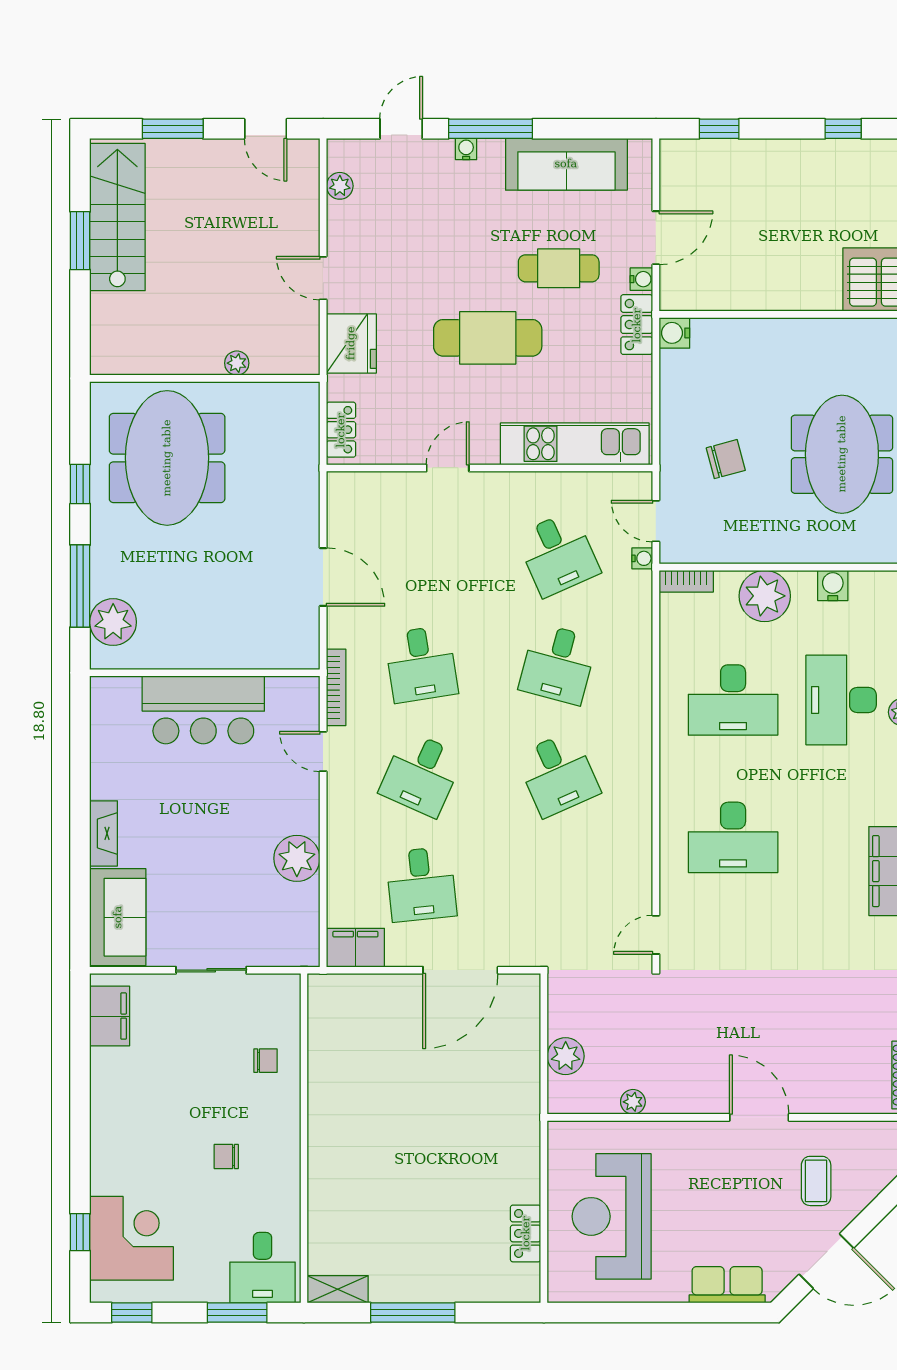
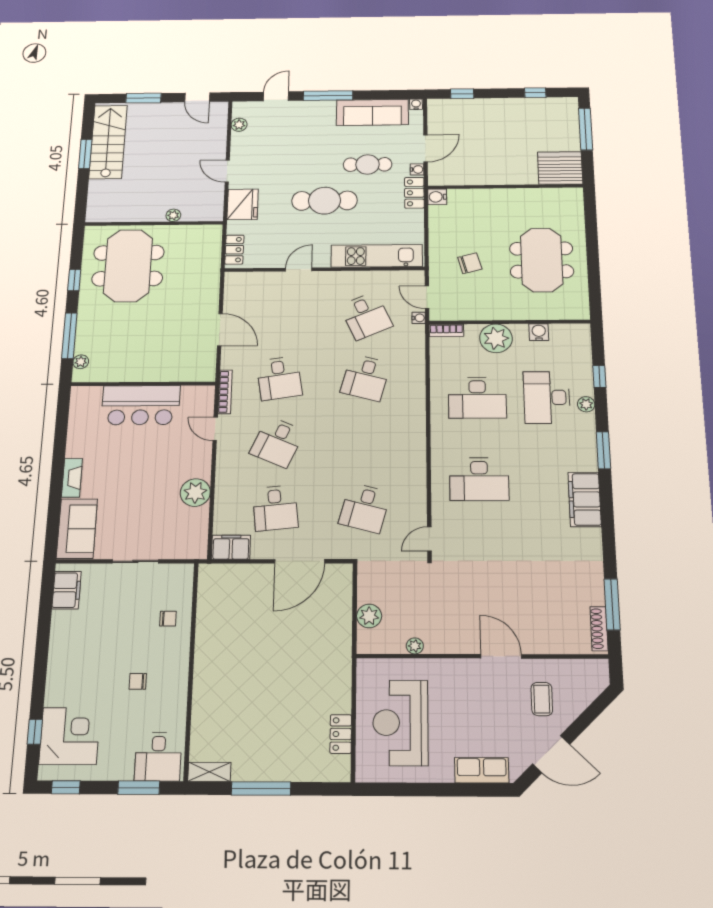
water cooler: (466, 149) -> (416, 104), moved
plant: (113, 622) -> (81, 362), width x0.53, depth x0.53
desk: (558, 774) -> (365, 508), moved, turned 39

